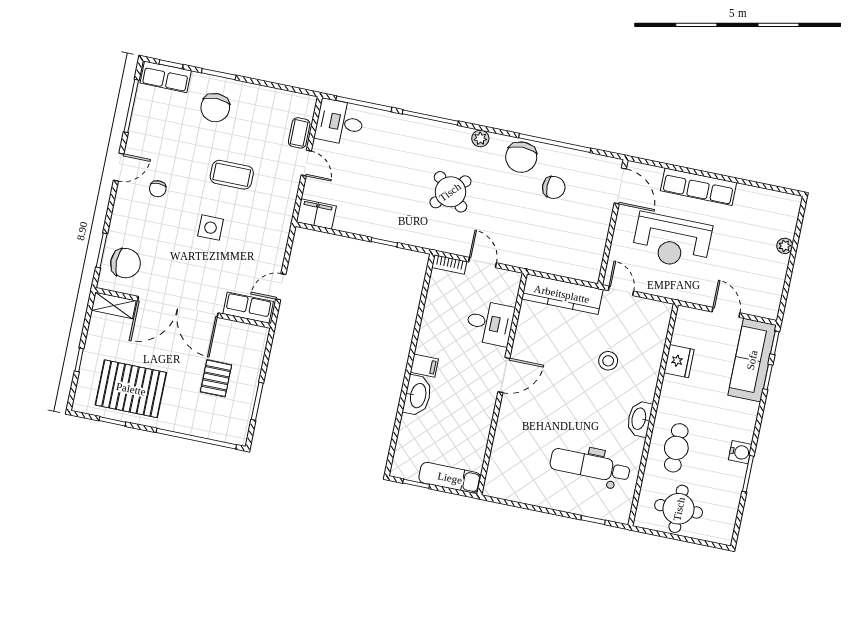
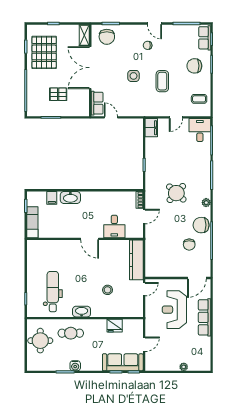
coffee table: (299, 133) -> (199, 99), moved
filing cabinet: (424, 366) -> (52, 198), moved

